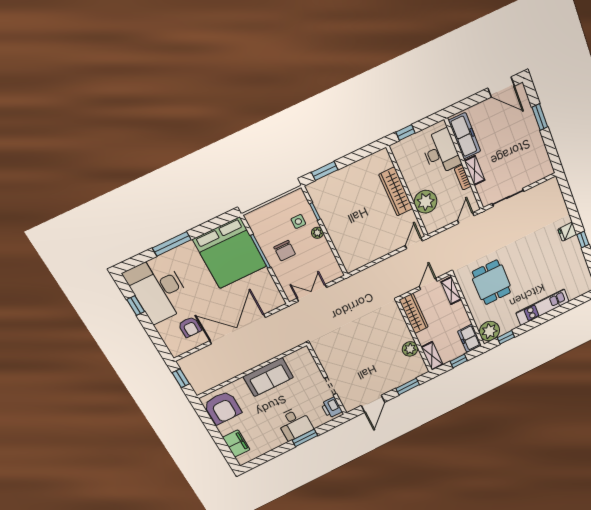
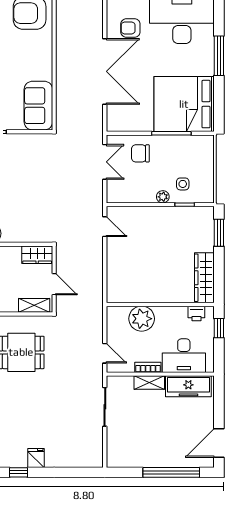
window: (540, 117) -> (171, 472), width x2.11
printer: (402, 158) -> (196, 313), added
wardrobe: (396, 192) -> (204, 278), moved, turned -90
door: (414, 243) -> (105, 227), moved
chair: (285, 251) -> (140, 153), moved
wardrobe: (414, 313) -> (37, 255), width x0.67
sofa: (268, 377) -> (38, 106), moved

